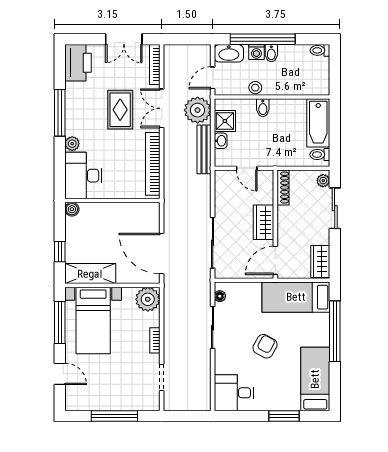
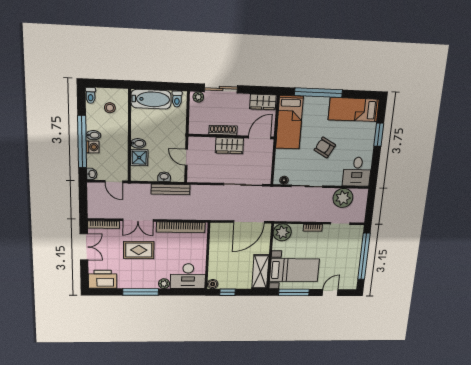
washbasin: (229, 53) -> (92, 174), width x0.52, depth x0.69
stool: (255, 88) -> (110, 108), moved
plant: (198, 110) -> (343, 198), moved
shower: (225, 121) -> (139, 158), moved
door: (247, 168) -> (186, 157), swing flipped
shoe rack: (283, 188) -> (223, 130), moved
window: (60, 252) -> (227, 292), moved
door: (275, 260) -> (260, 137), swing flipped
window: (114, 416) -> (364, 256), width x1.46

